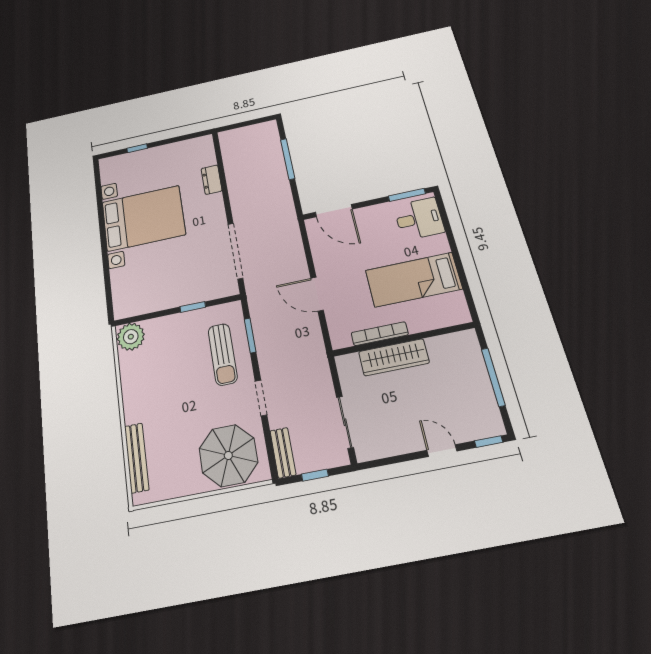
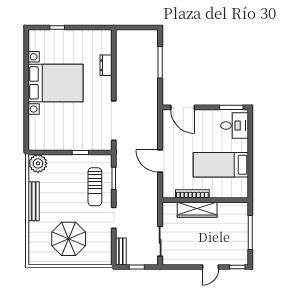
door: (442, 451) -> (210, 267), swing flipped
parasol: (228, 455) -> (69, 239), moved
bench: (137, 458) -> (34, 201), moved

